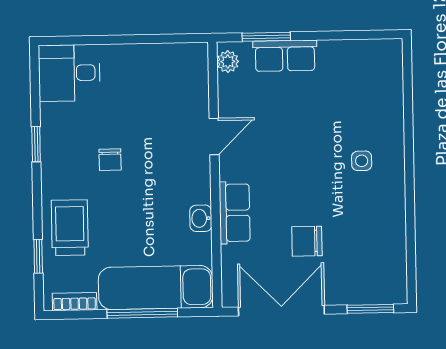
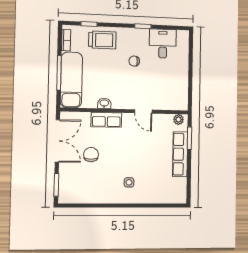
row of seats: (285, 56) -> (180, 154), width x1.48
desk: (69, 73) -> (163, 44), moved

